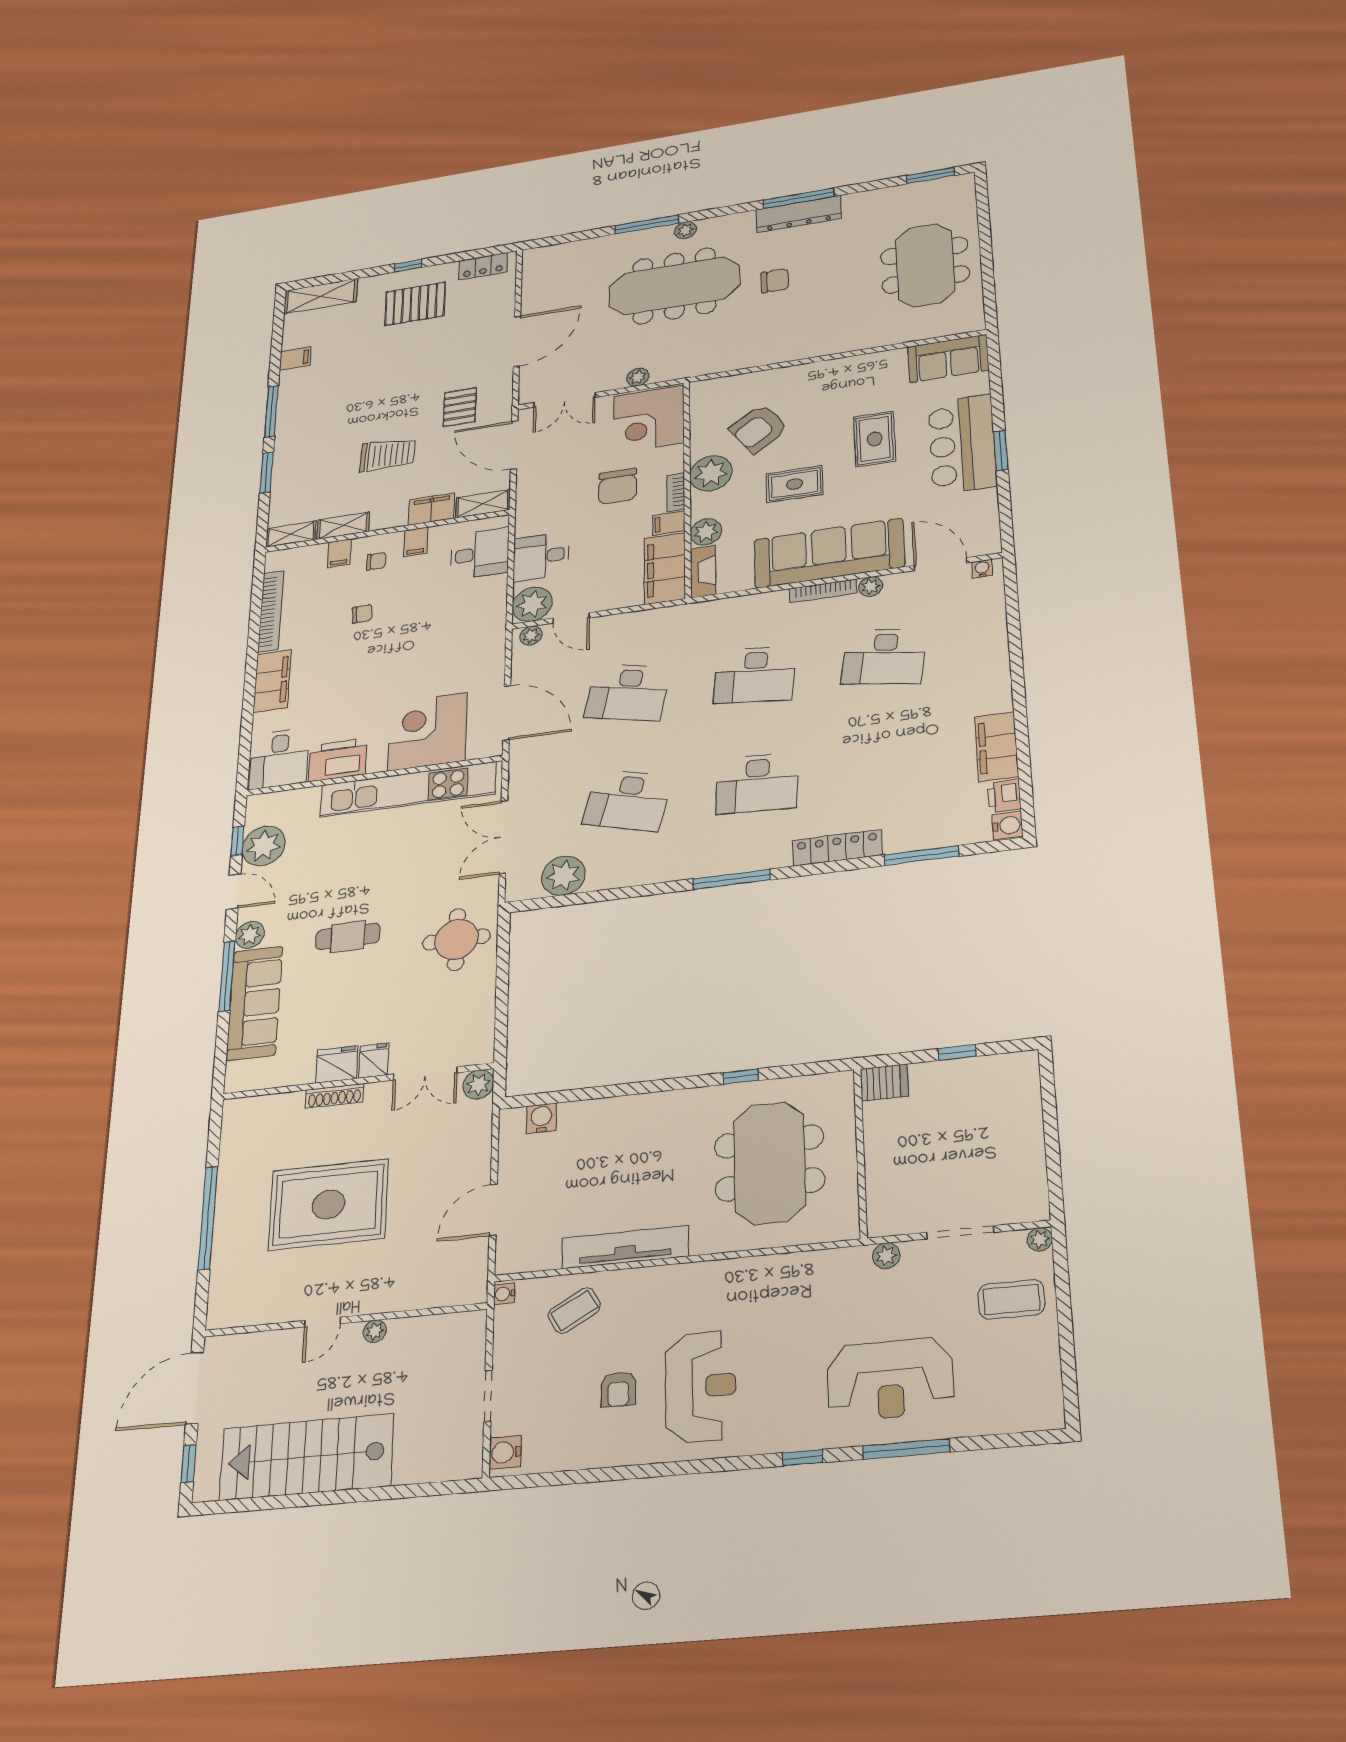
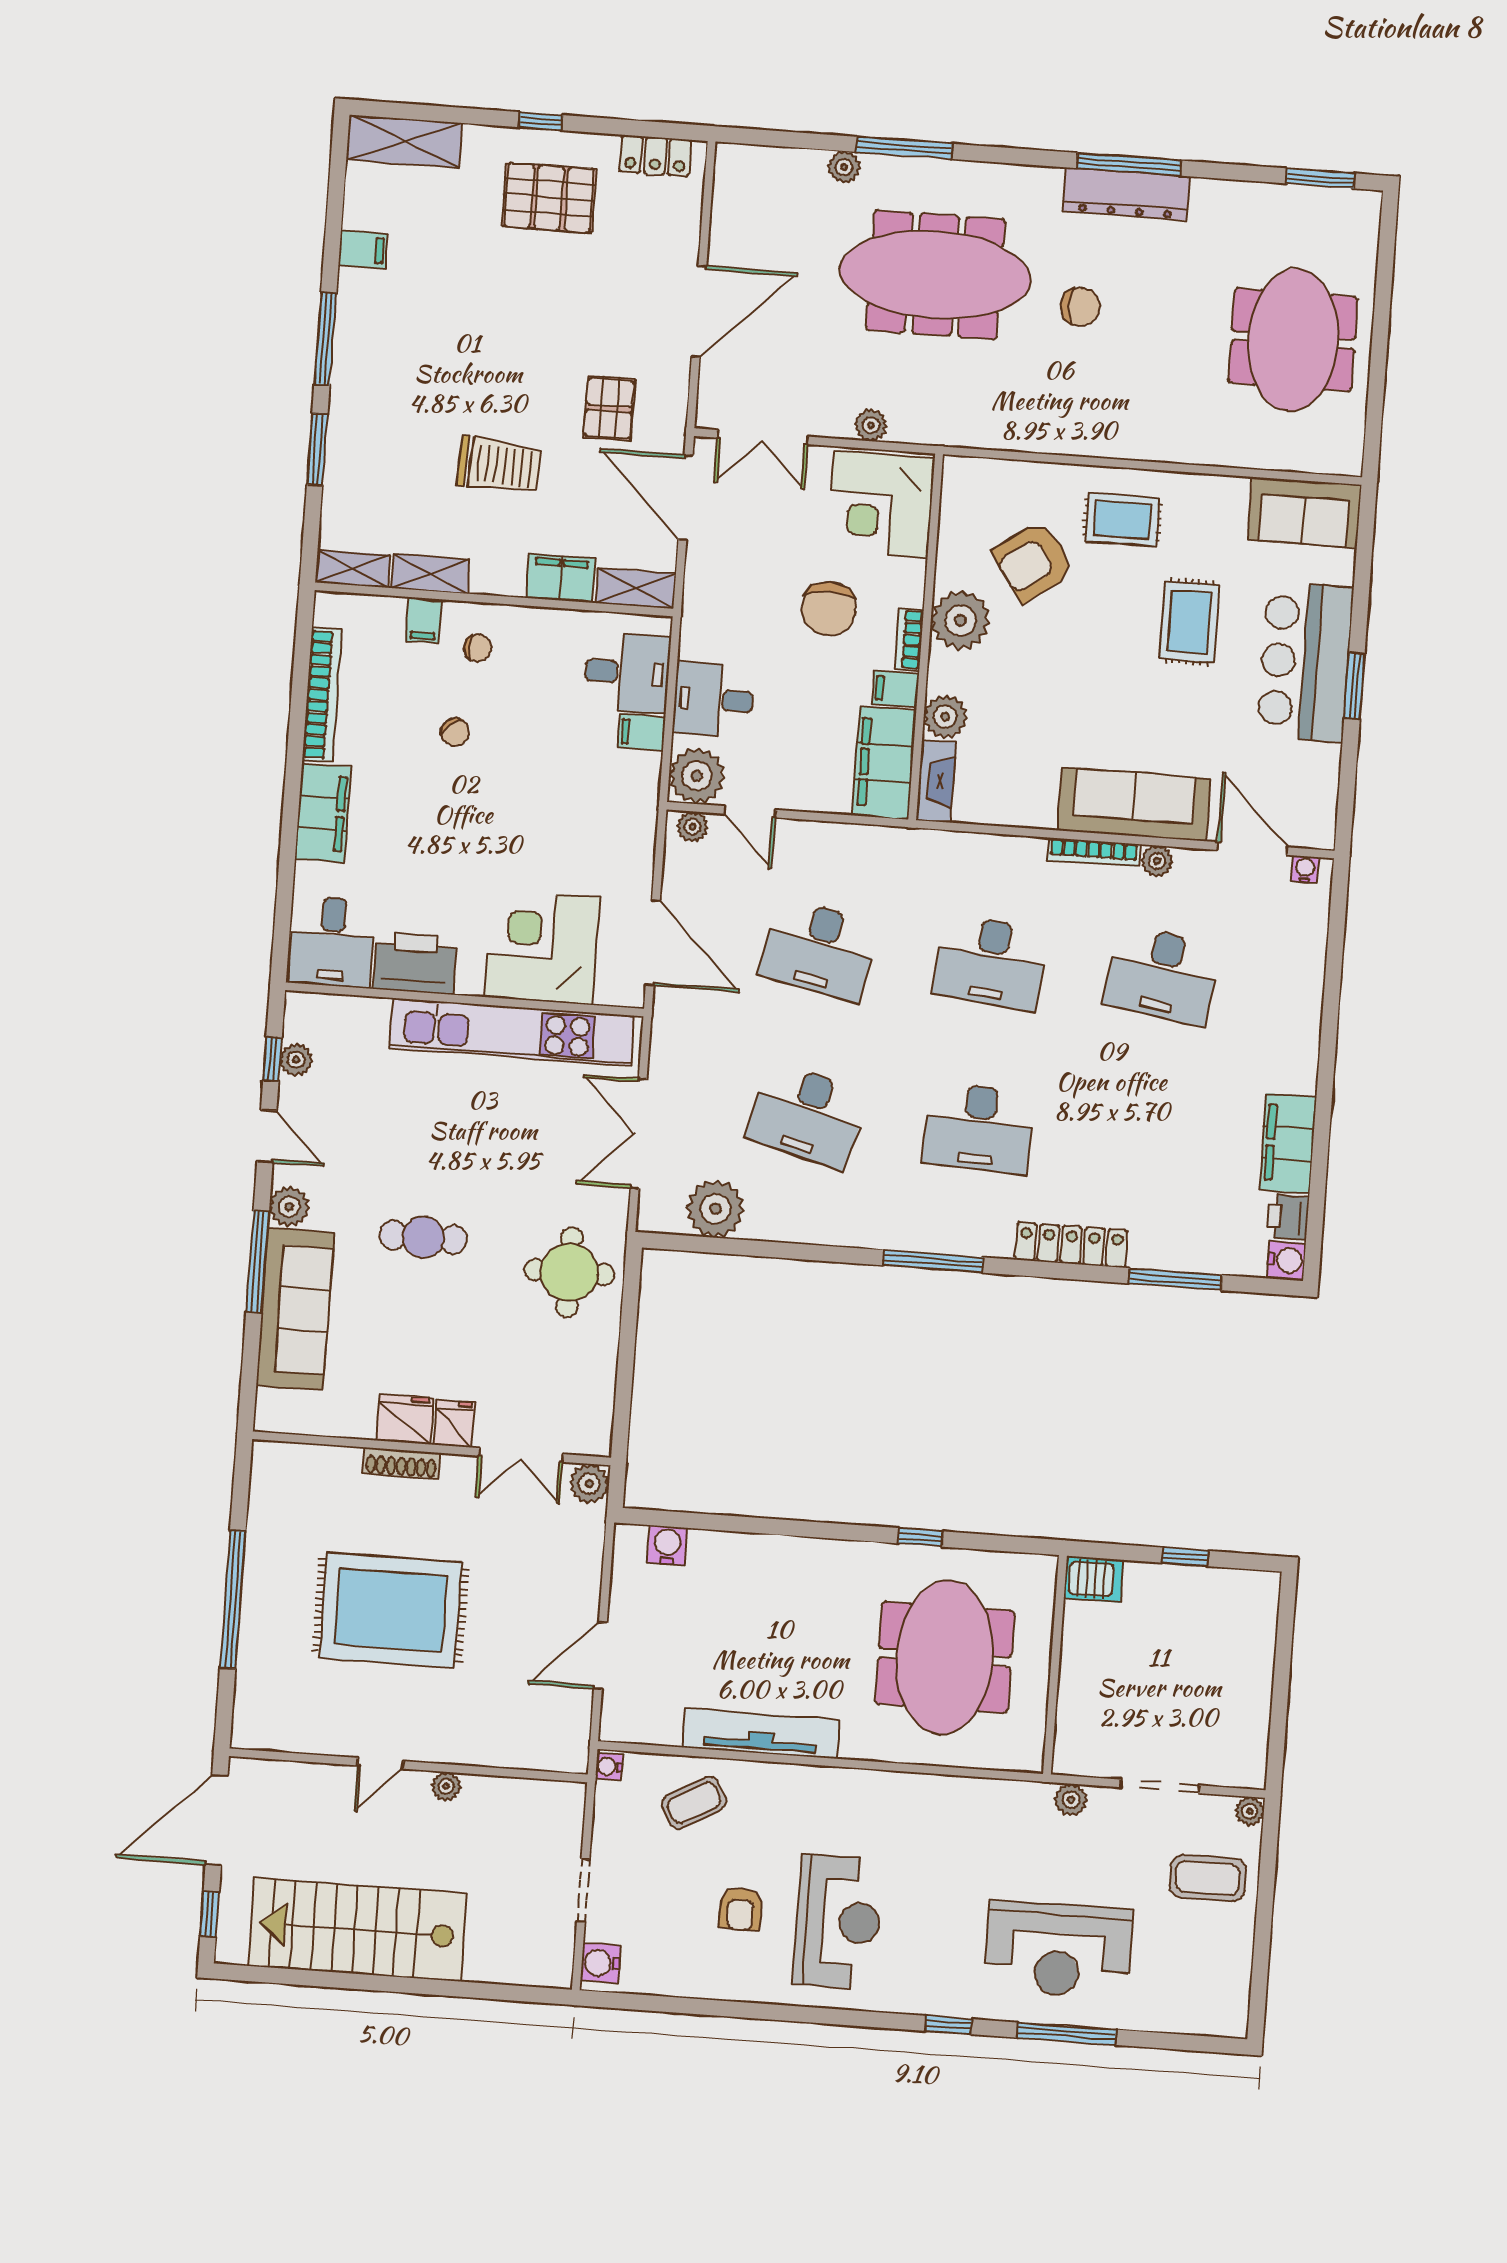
plant: (685, 230) -> (844, 167), moved
rug: (795, 484) -> (1122, 520), moved
filing cabinet: (416, 542) -> (642, 732), moved, turned 90
sofa: (829, 553) -> (1134, 804), width x0.74, depth x0.79
chair: (362, 614) -> (455, 732), turned 53
plant: (264, 846) -> (296, 1060), width x0.53, depth x0.53

